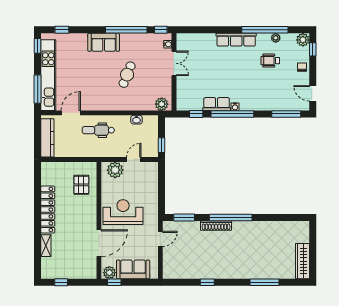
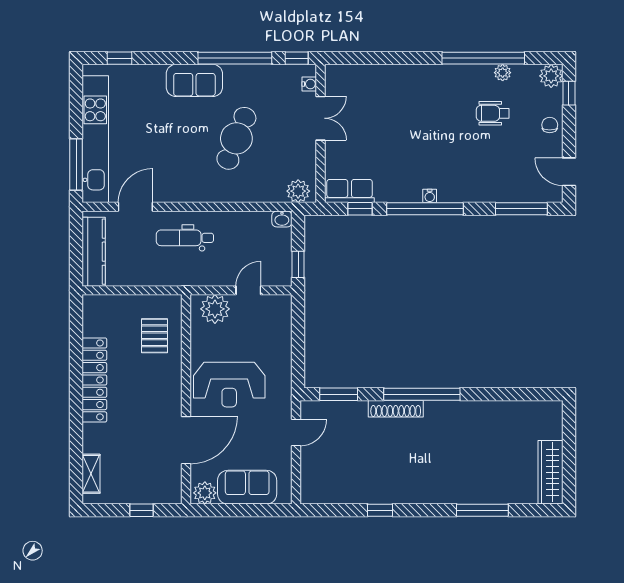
row of seats: (236, 40) -> (432, 76), removed
window: (38, 46) -> (76, 87), removed
cafe table: (127, 75) -> (236, 138), width x1.37, depth x1.35
row of seats: (217, 104) -> (350, 191), moved
washbasin: (136, 120) -> (282, 219), moved
reception desk: (123, 212) -> (229, 385), turned 180
shelving: (46, 246) -> (91, 474), moved
window: (61, 282) -> (142, 510), moved
window: (114, 282) -> (213, 510), removed

